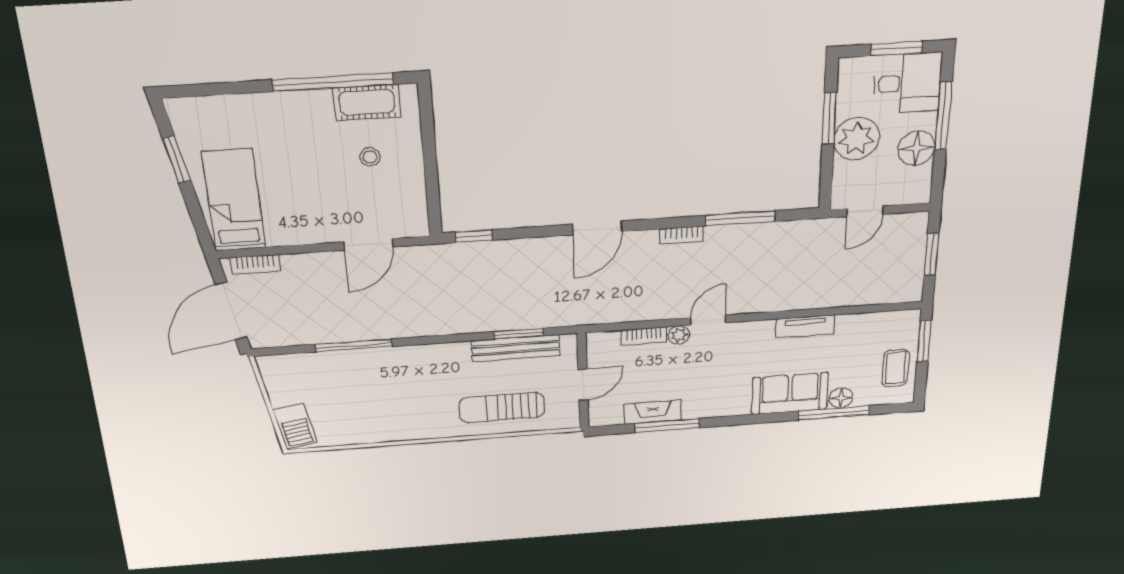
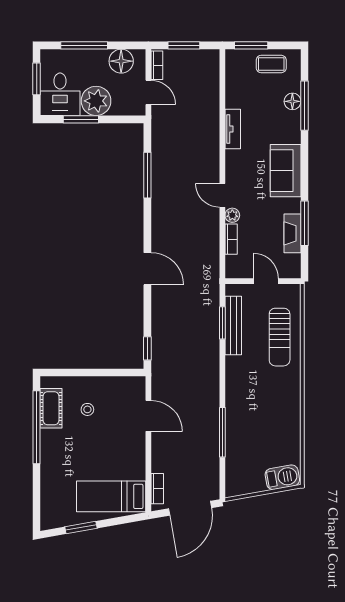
desk: (907, 83) -> (60, 94), moved, turned 180
floor lamp: (917, 148) -> (121, 61), moved
bookcase: (681, 235) -> (157, 65), moved
door: (231, 311) -> (190, 508), hinge flipped
sofa: (790, 393) -> (286, 171), moved

